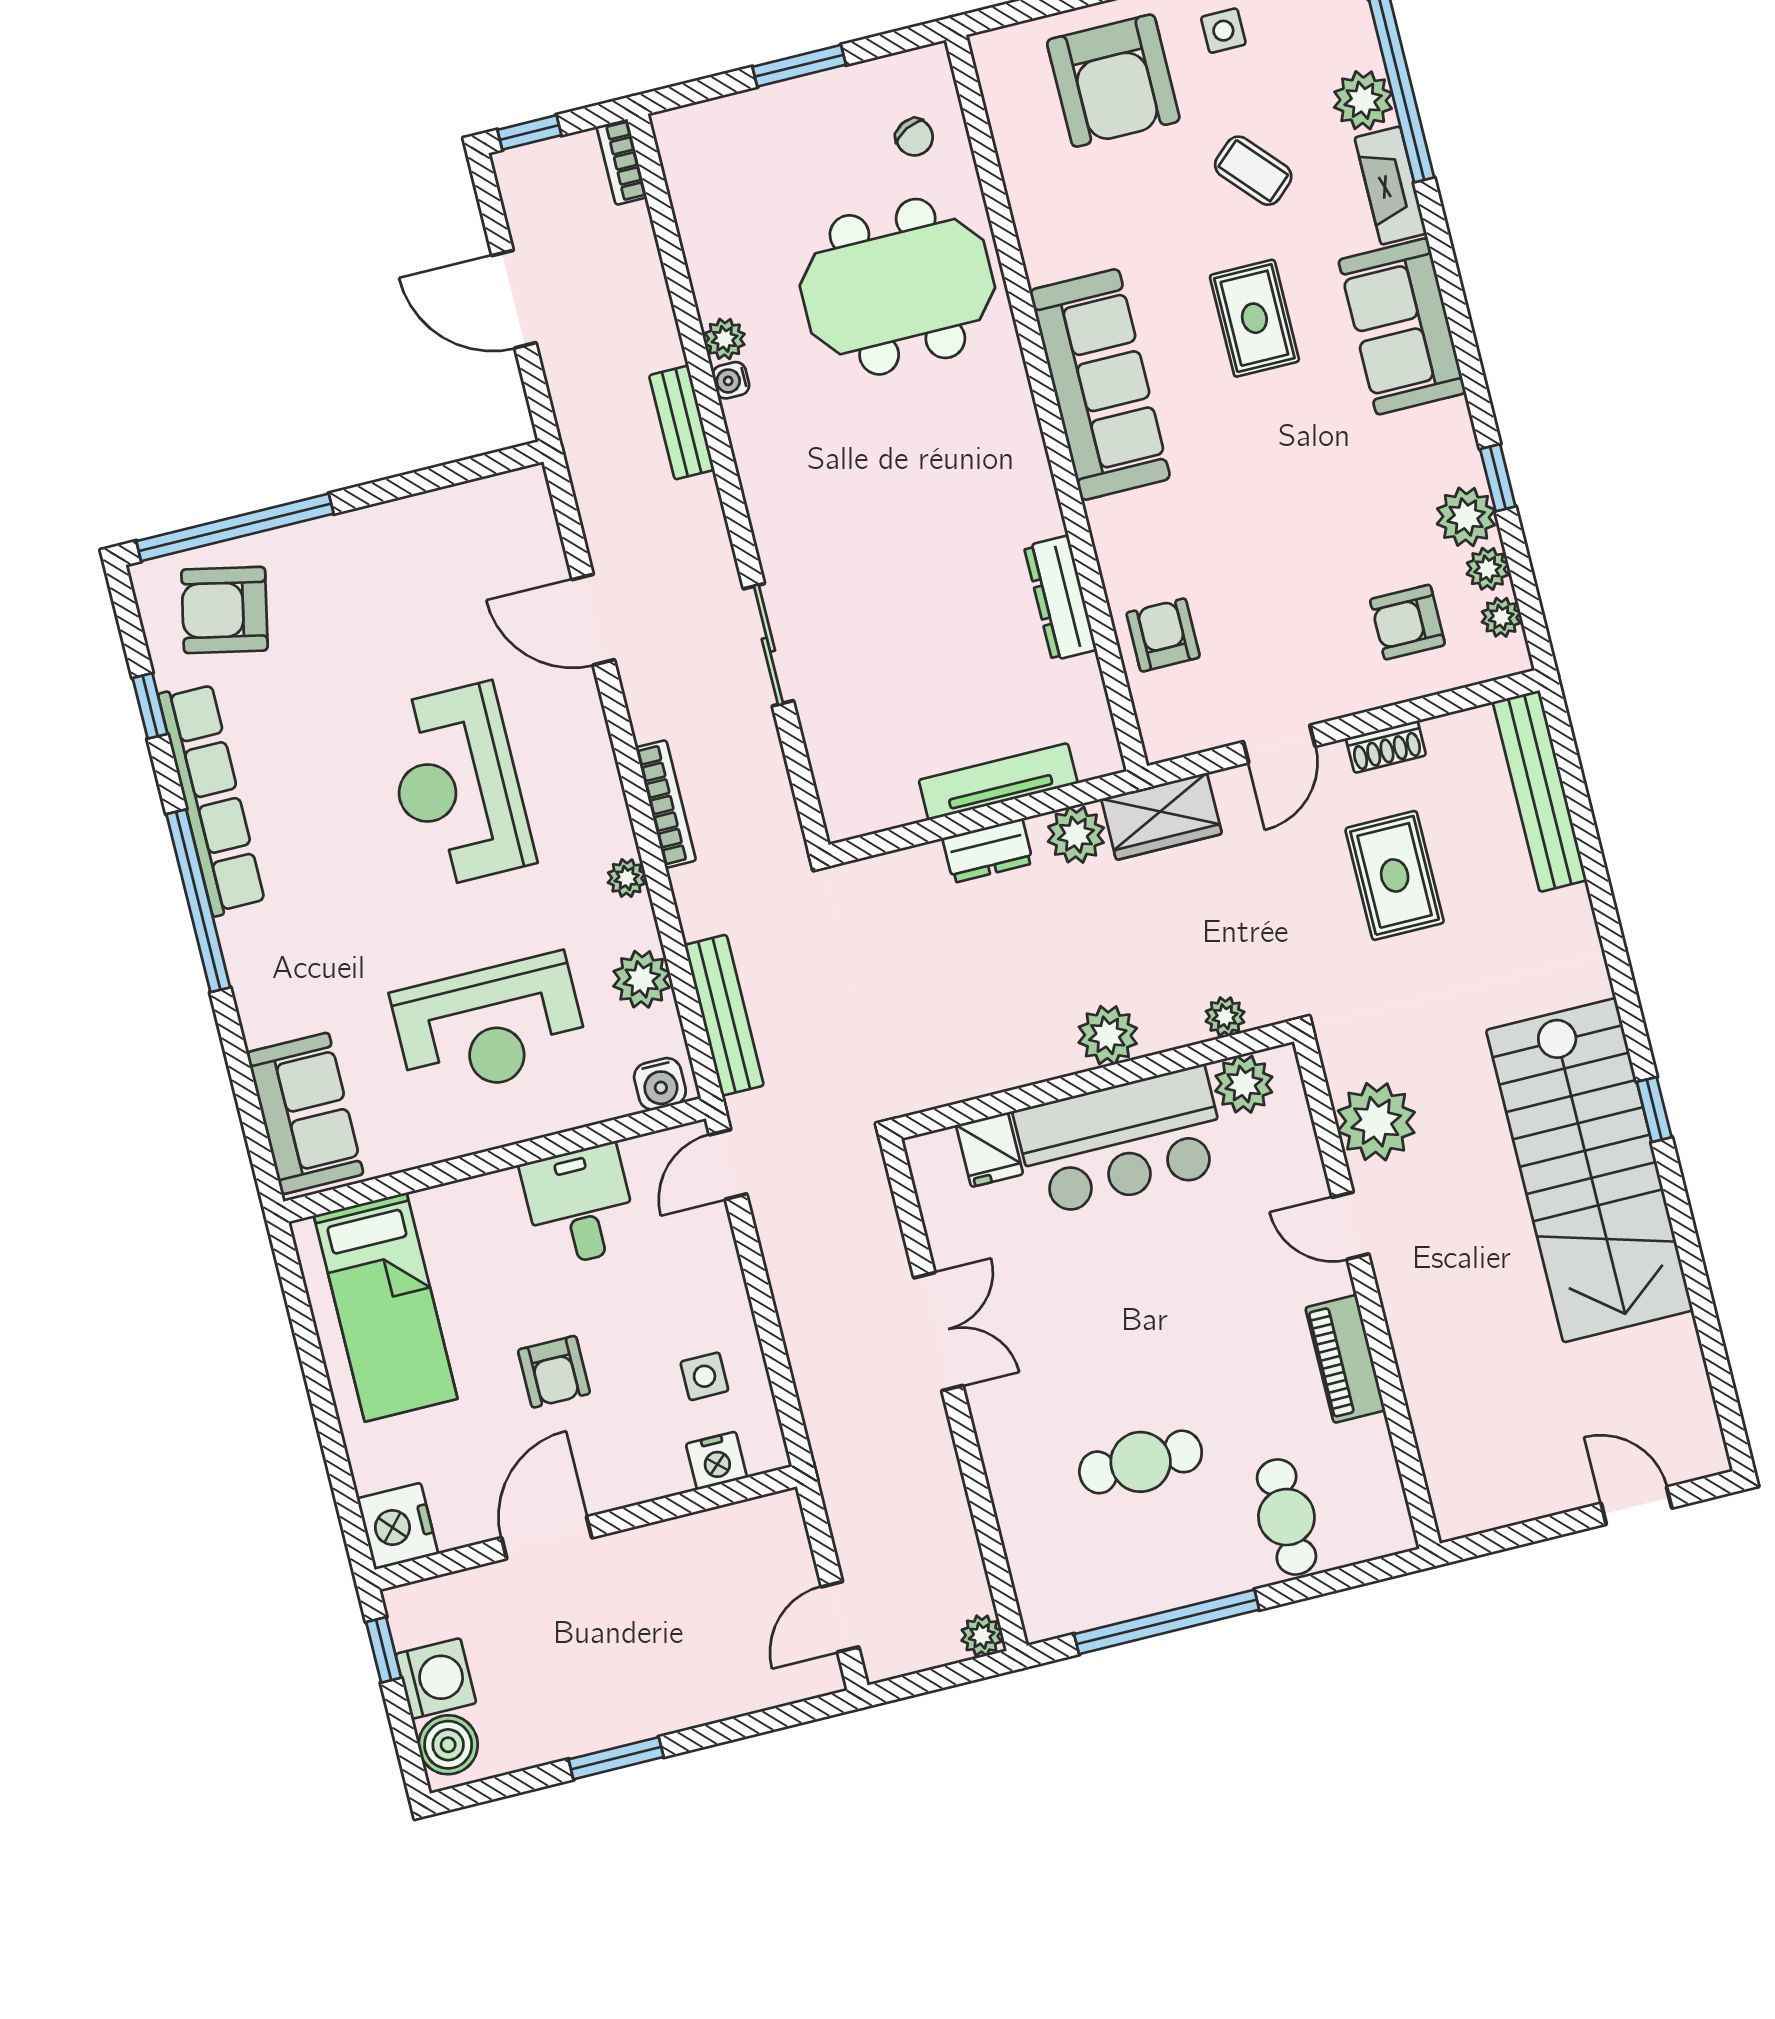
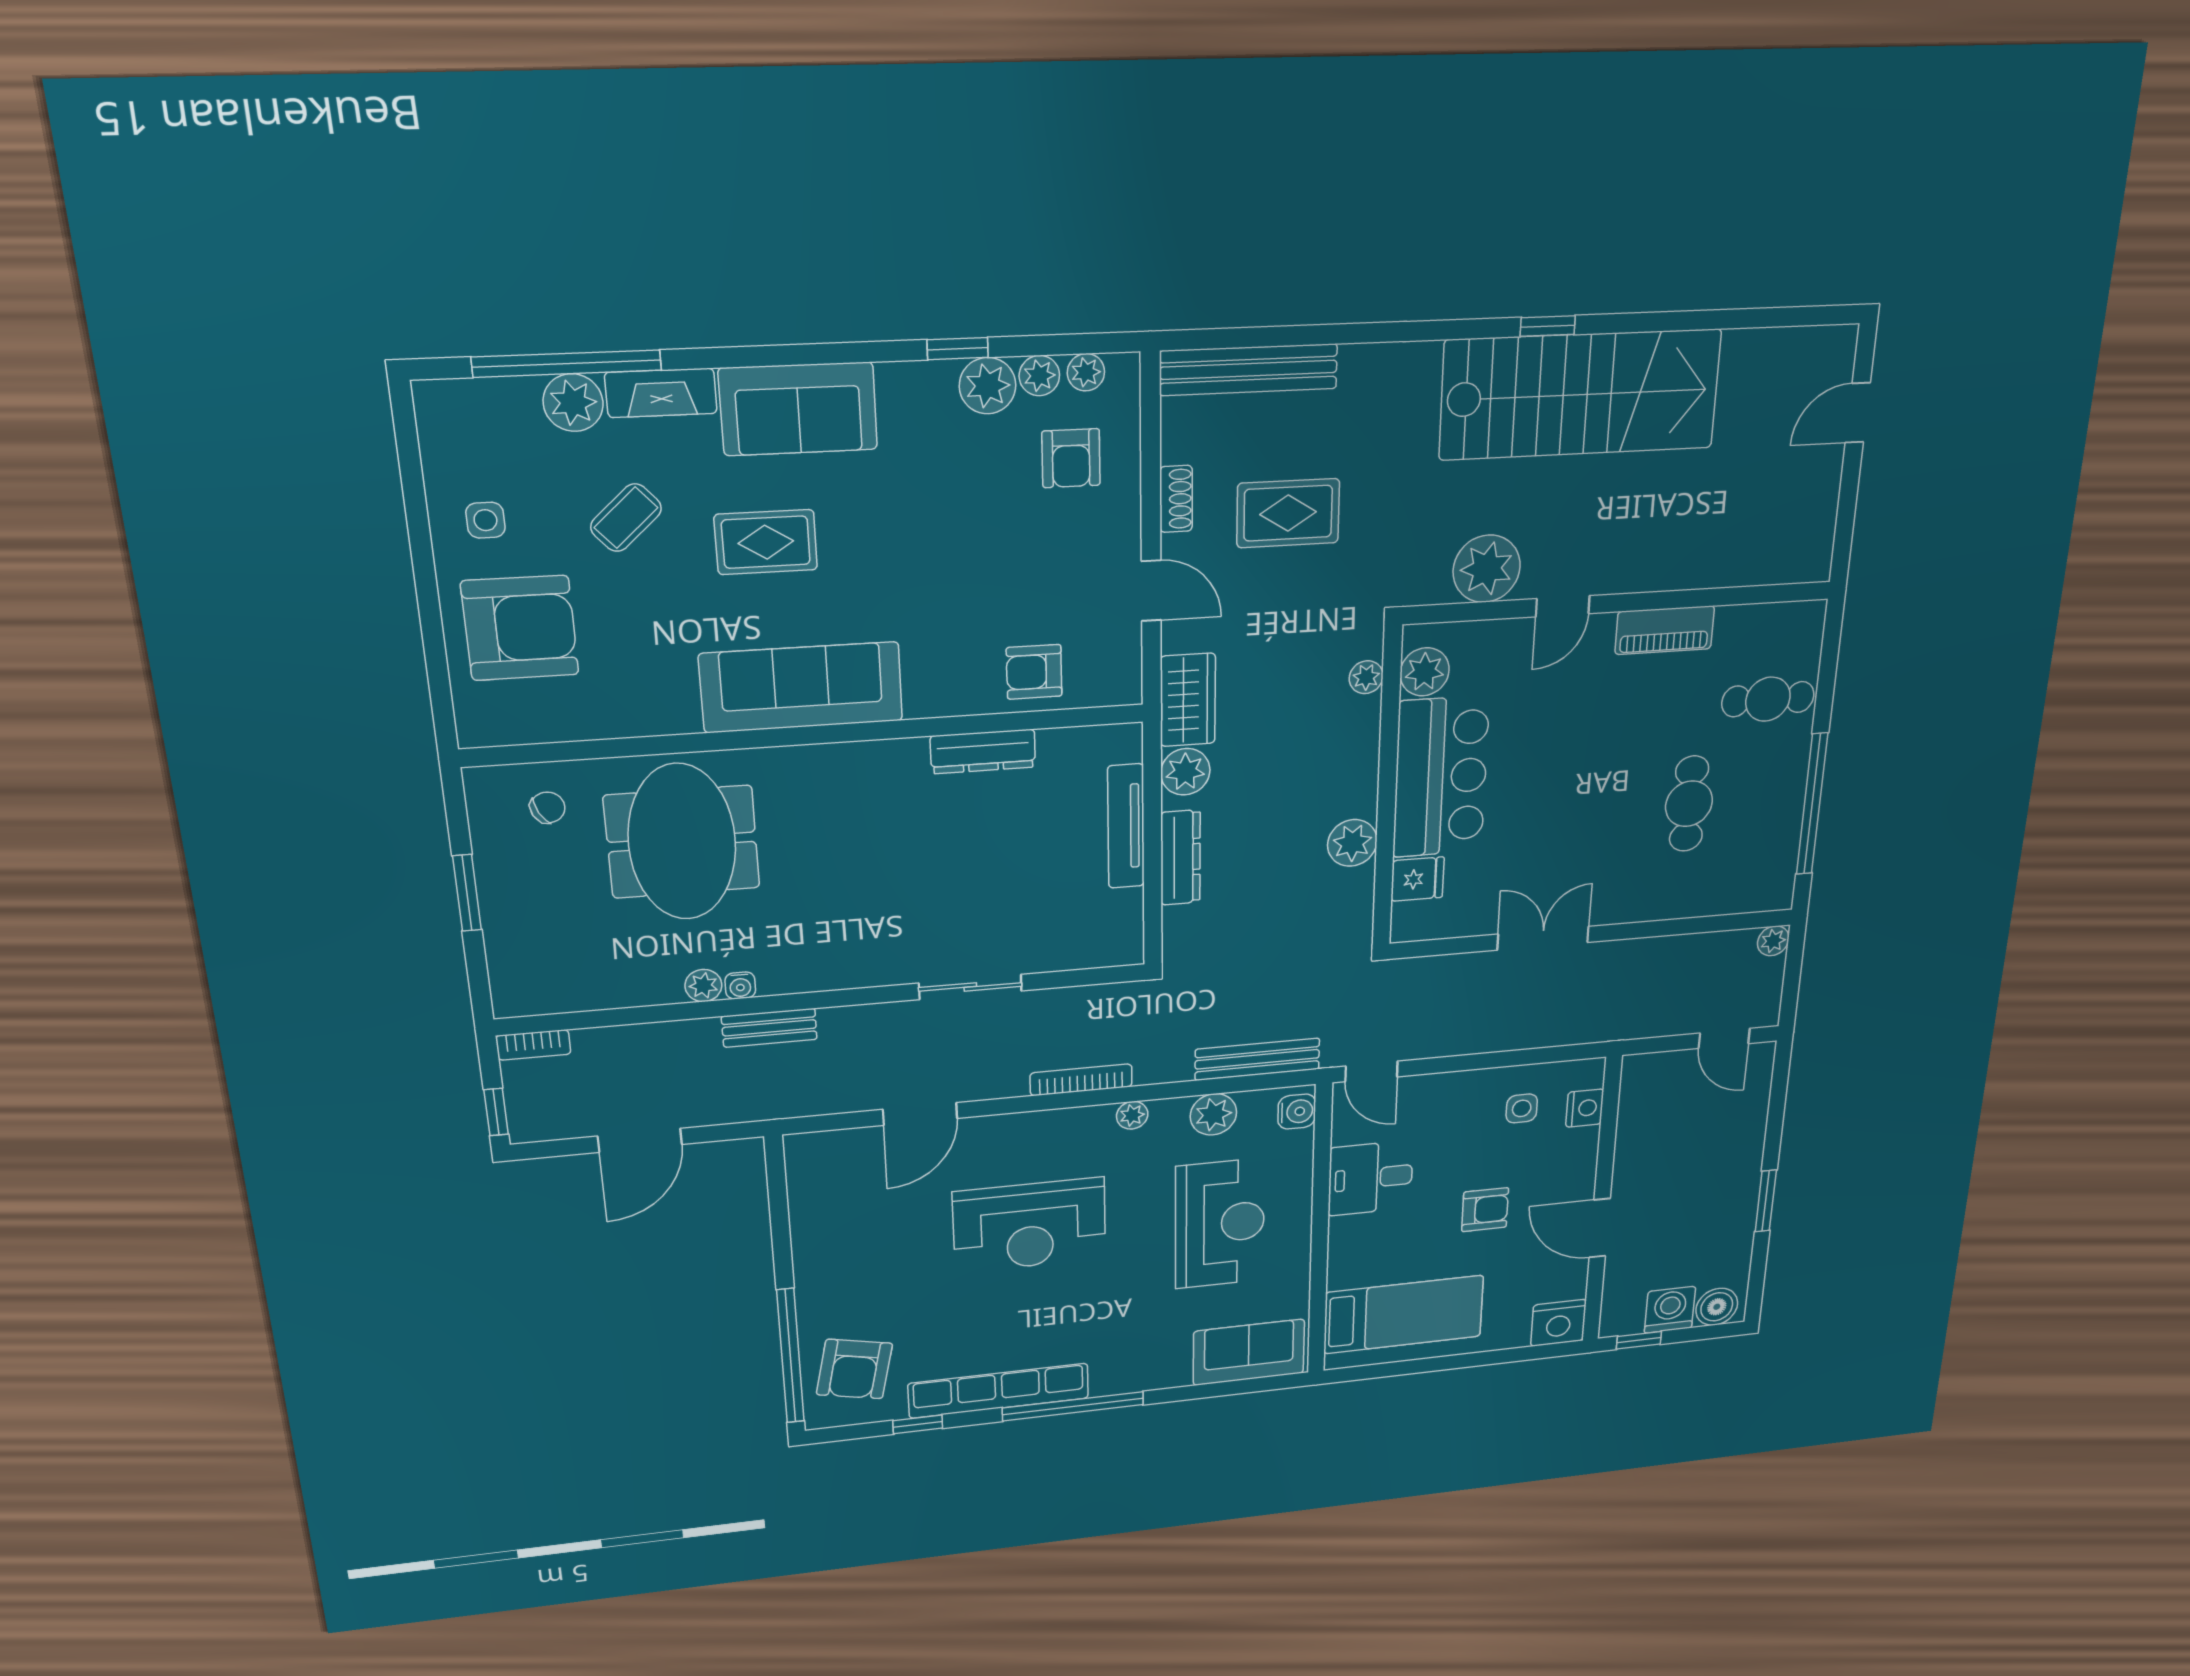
dresser: (988, 851) -> (1181, 858), width x1.44
plant: (1108, 1035) -> (1352, 843), moved

